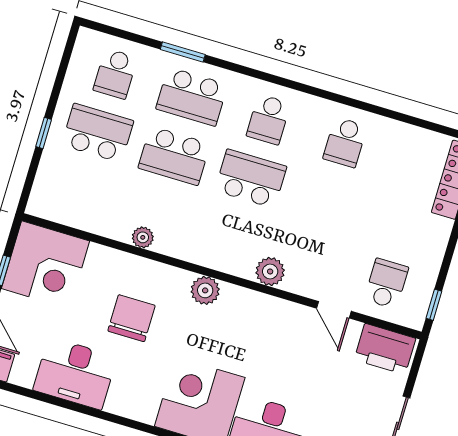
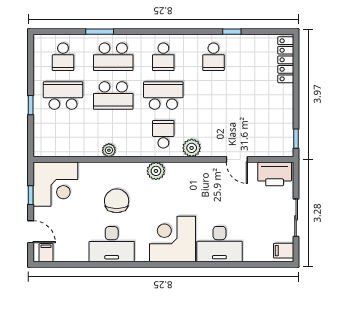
window: (385, 112) -> (232, 32), added
school desk: (386, 284) -> (163, 134), moved
desk: (75, 373) -> (112, 244), moved

